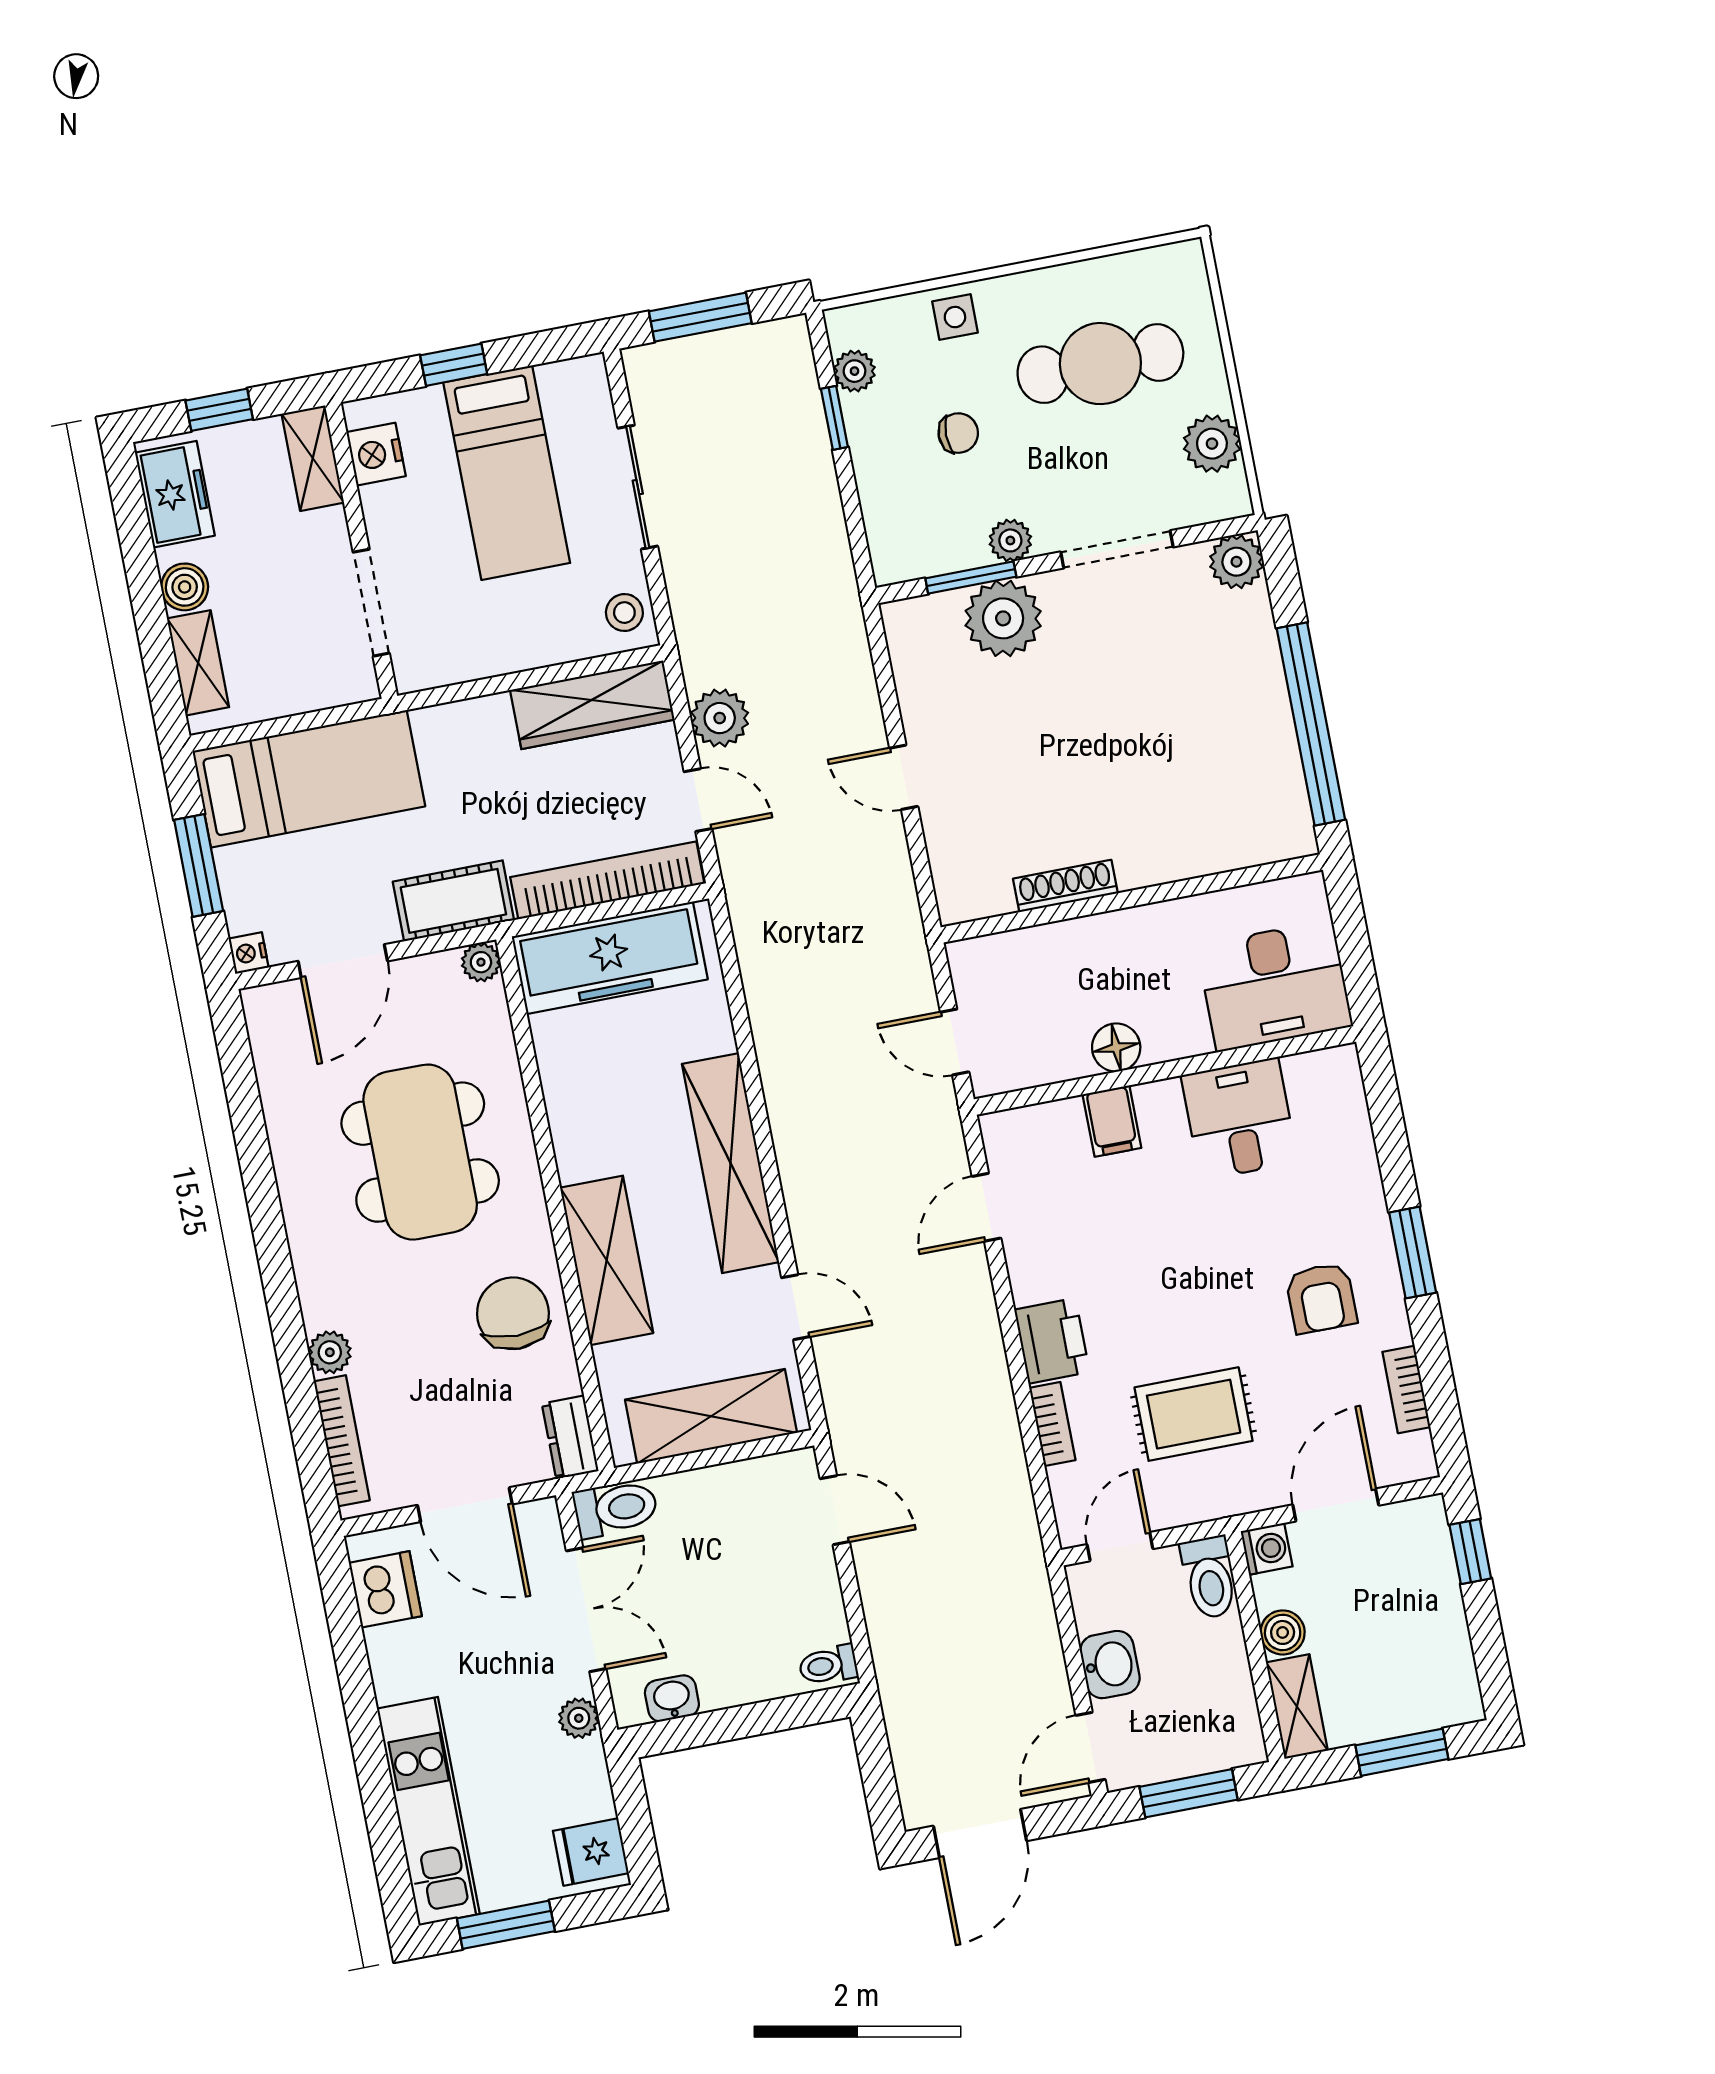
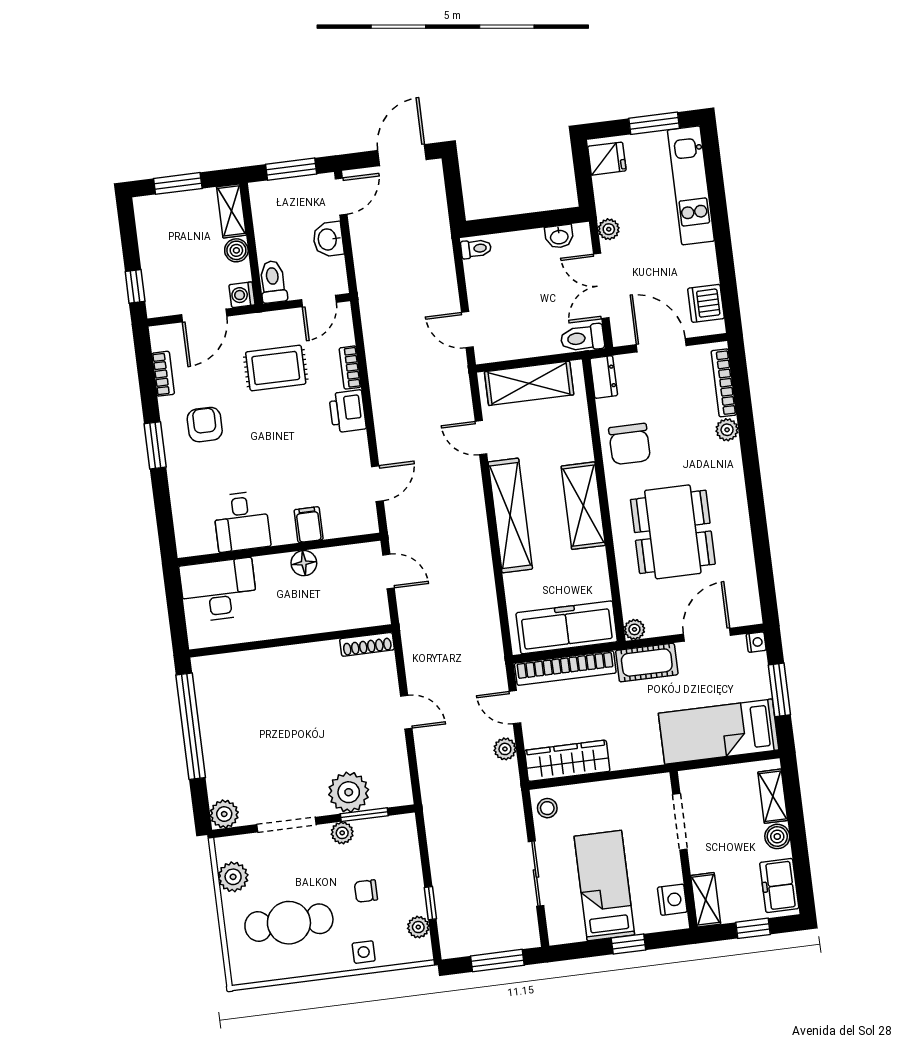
plant: (720, 718) -> (505, 749), width x0.73, depth x0.73
shoe rack: (1065, 886) -> (367, 644), moved
shelving: (607, 1260) -> (583, 506), moved

